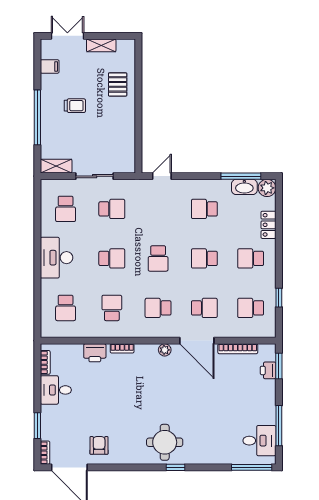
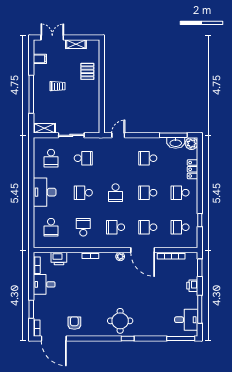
school desk: (112, 258) -> (83, 193), turned 180
school desk: (204, 308) -> (148, 227), turned 180
printer: (95, 353) -> (59, 259), moved
printer: (268, 370) -> (192, 286), moved

